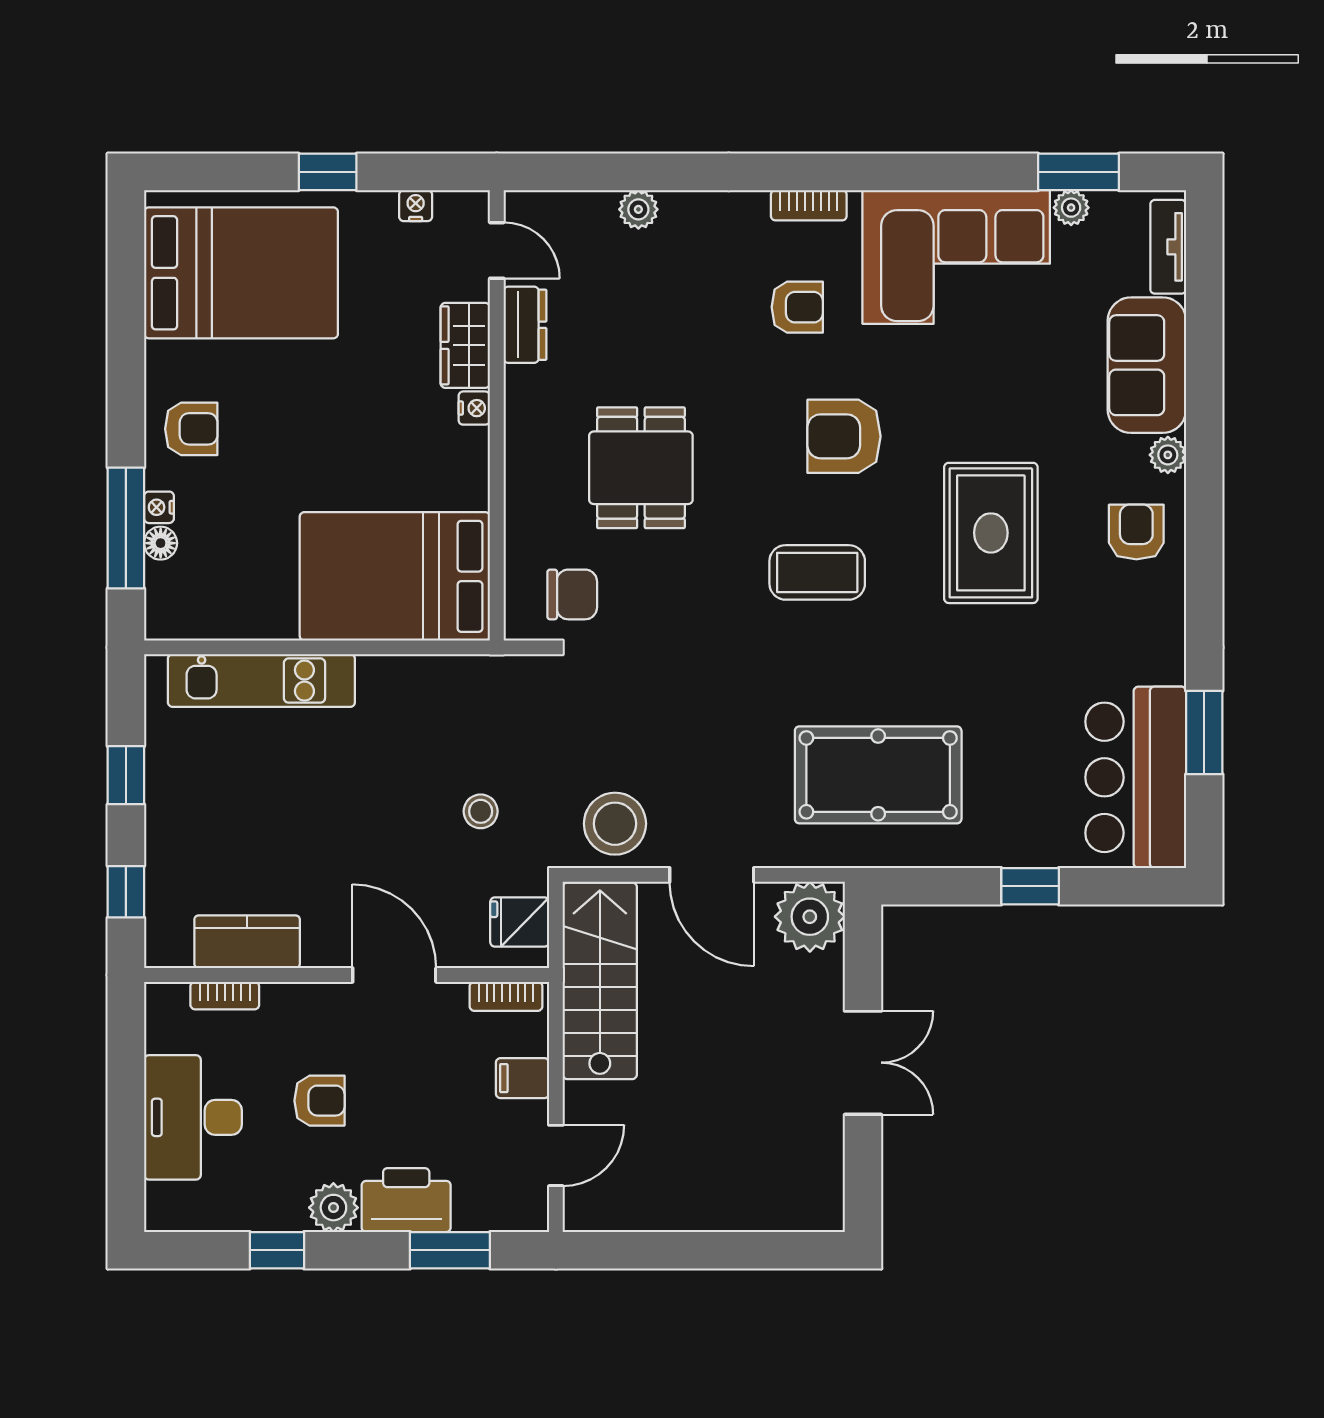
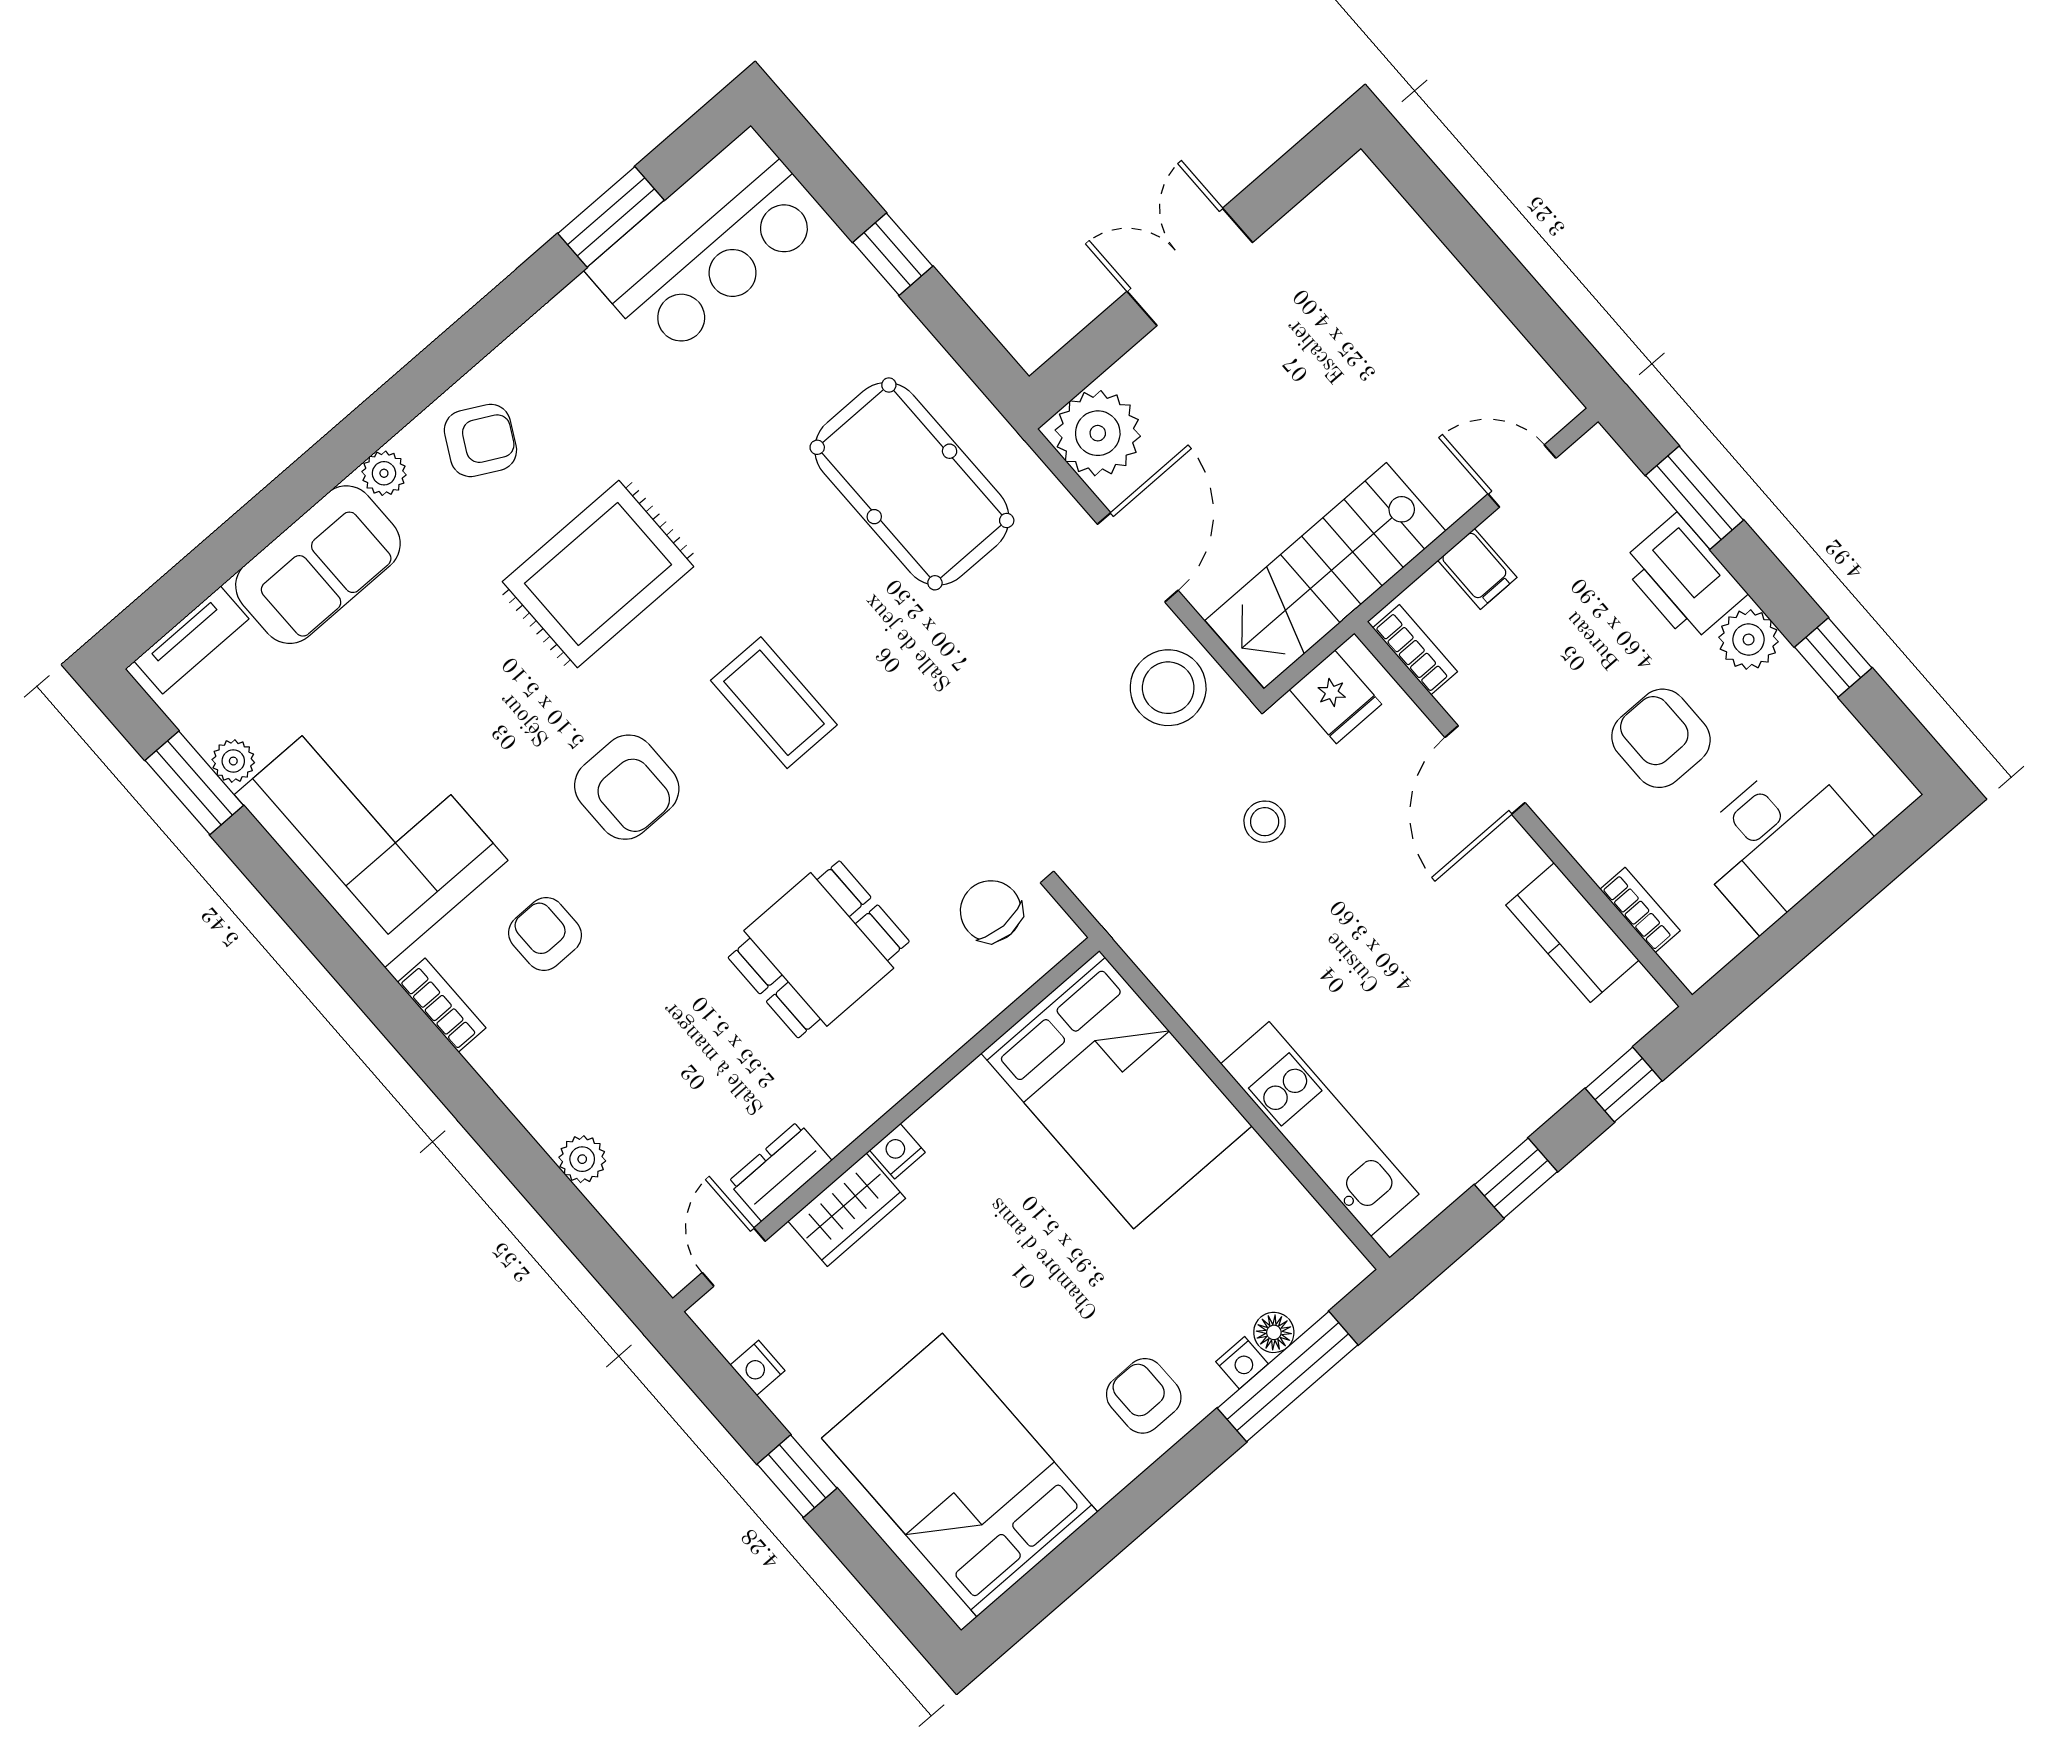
armchair: (1136, 532) -> (480, 440), turned -152
armchair: (320, 1101) -> (1661, 738), width x1.38, depth x1.38

